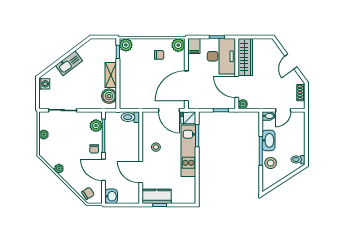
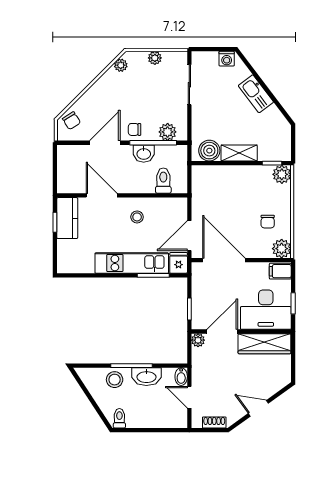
toilet: (130, 117) -> (163, 181), moved
plant: (59, 169) -> (121, 65), moved
door: (141, 172) -> (102, 195), hinge flipped
washbasin: (111, 196) -> (144, 154), moved

